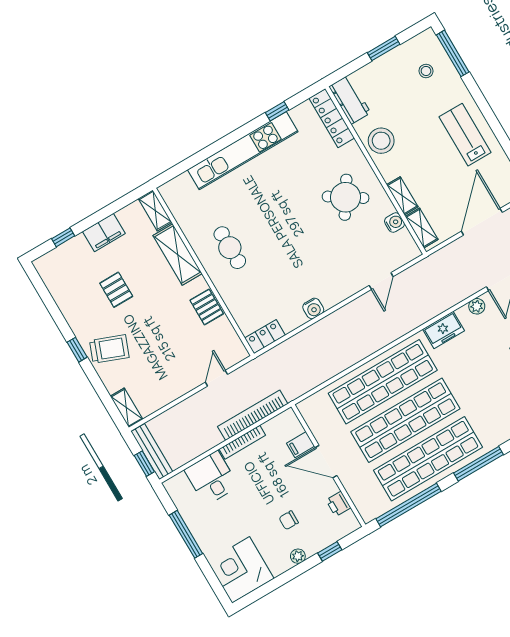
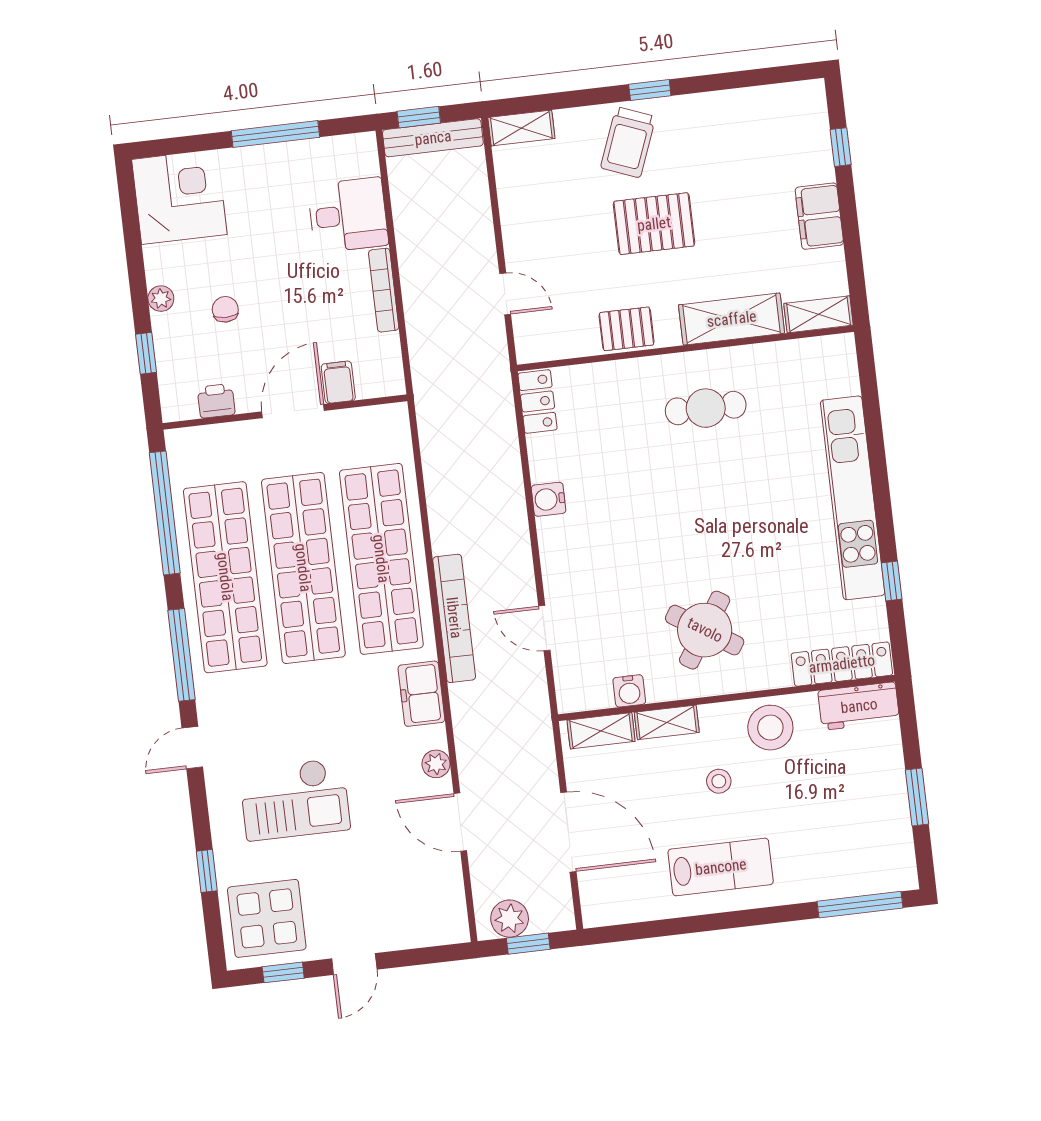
stool: (426, 71) -> (719, 781), moved
pallet: (116, 290) -> (654, 224), moved, width x1.50, depth x1.42
bookcase: (253, 415) -> (454, 618), moved

